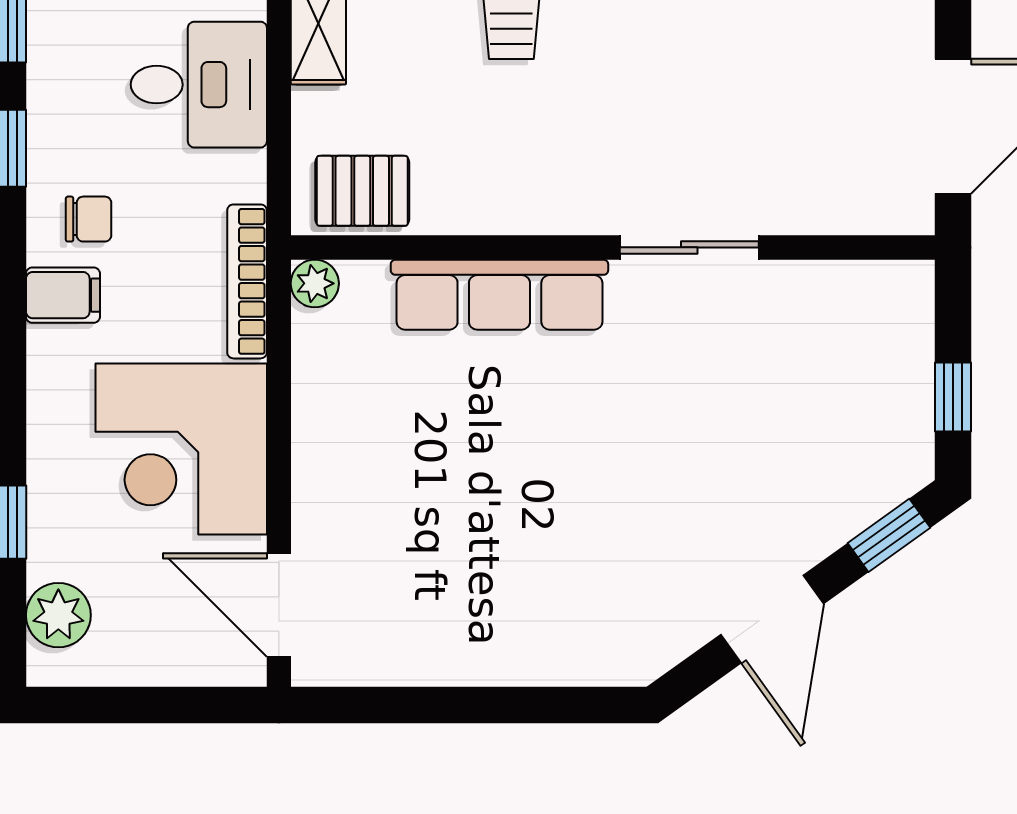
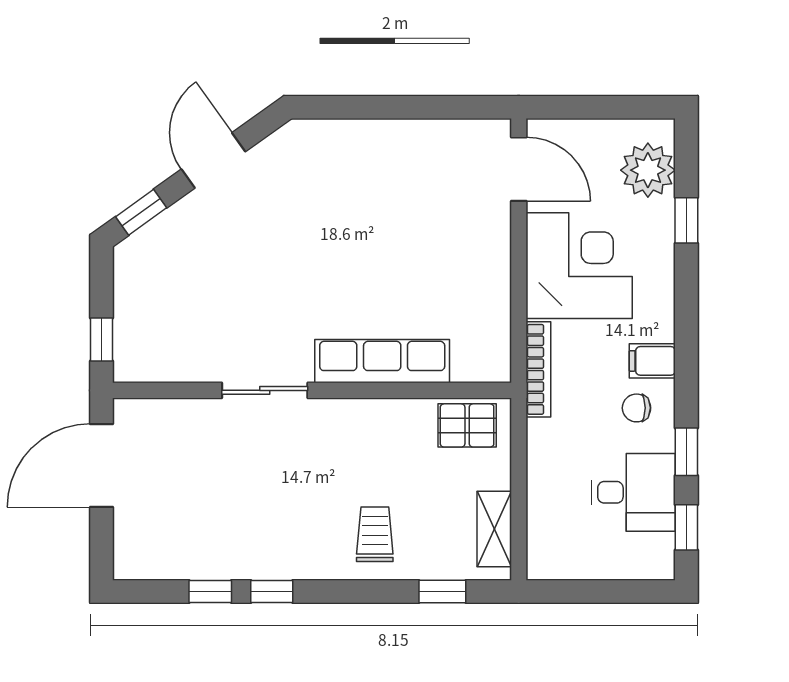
desk: (199, 85) -> (633, 492), moved, turned 180
plant: (315, 283) -> (496, 368), removed
window: (953, 397) -> (101, 340), moved
plant: (58, 615) -> (648, 170), width x1.36, depth x1.36

